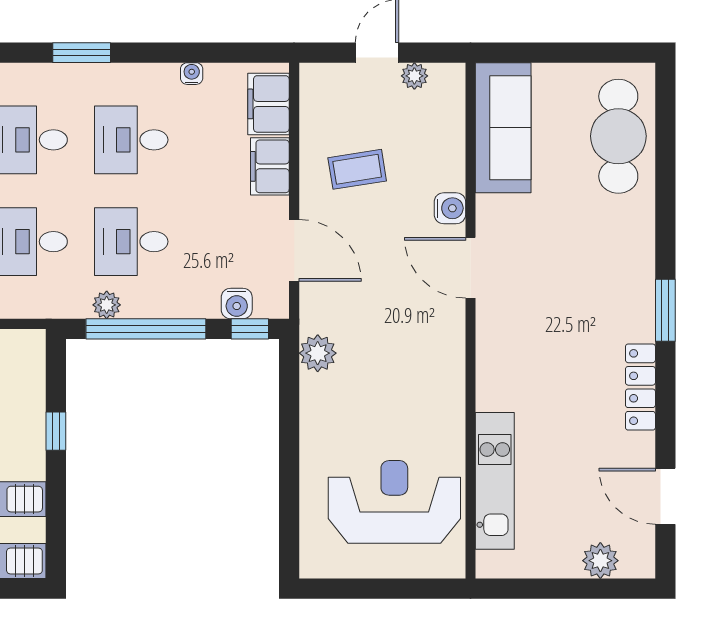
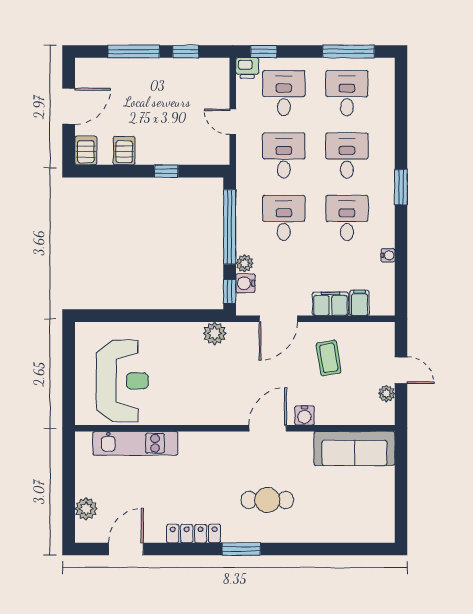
filing cabinet: (268, 104) -> (360, 303), width x0.50
cafe table: (618, 136) -> (267, 500), moved, width x0.73, depth x0.74
plant: (107, 305) -> (245, 263), moved

